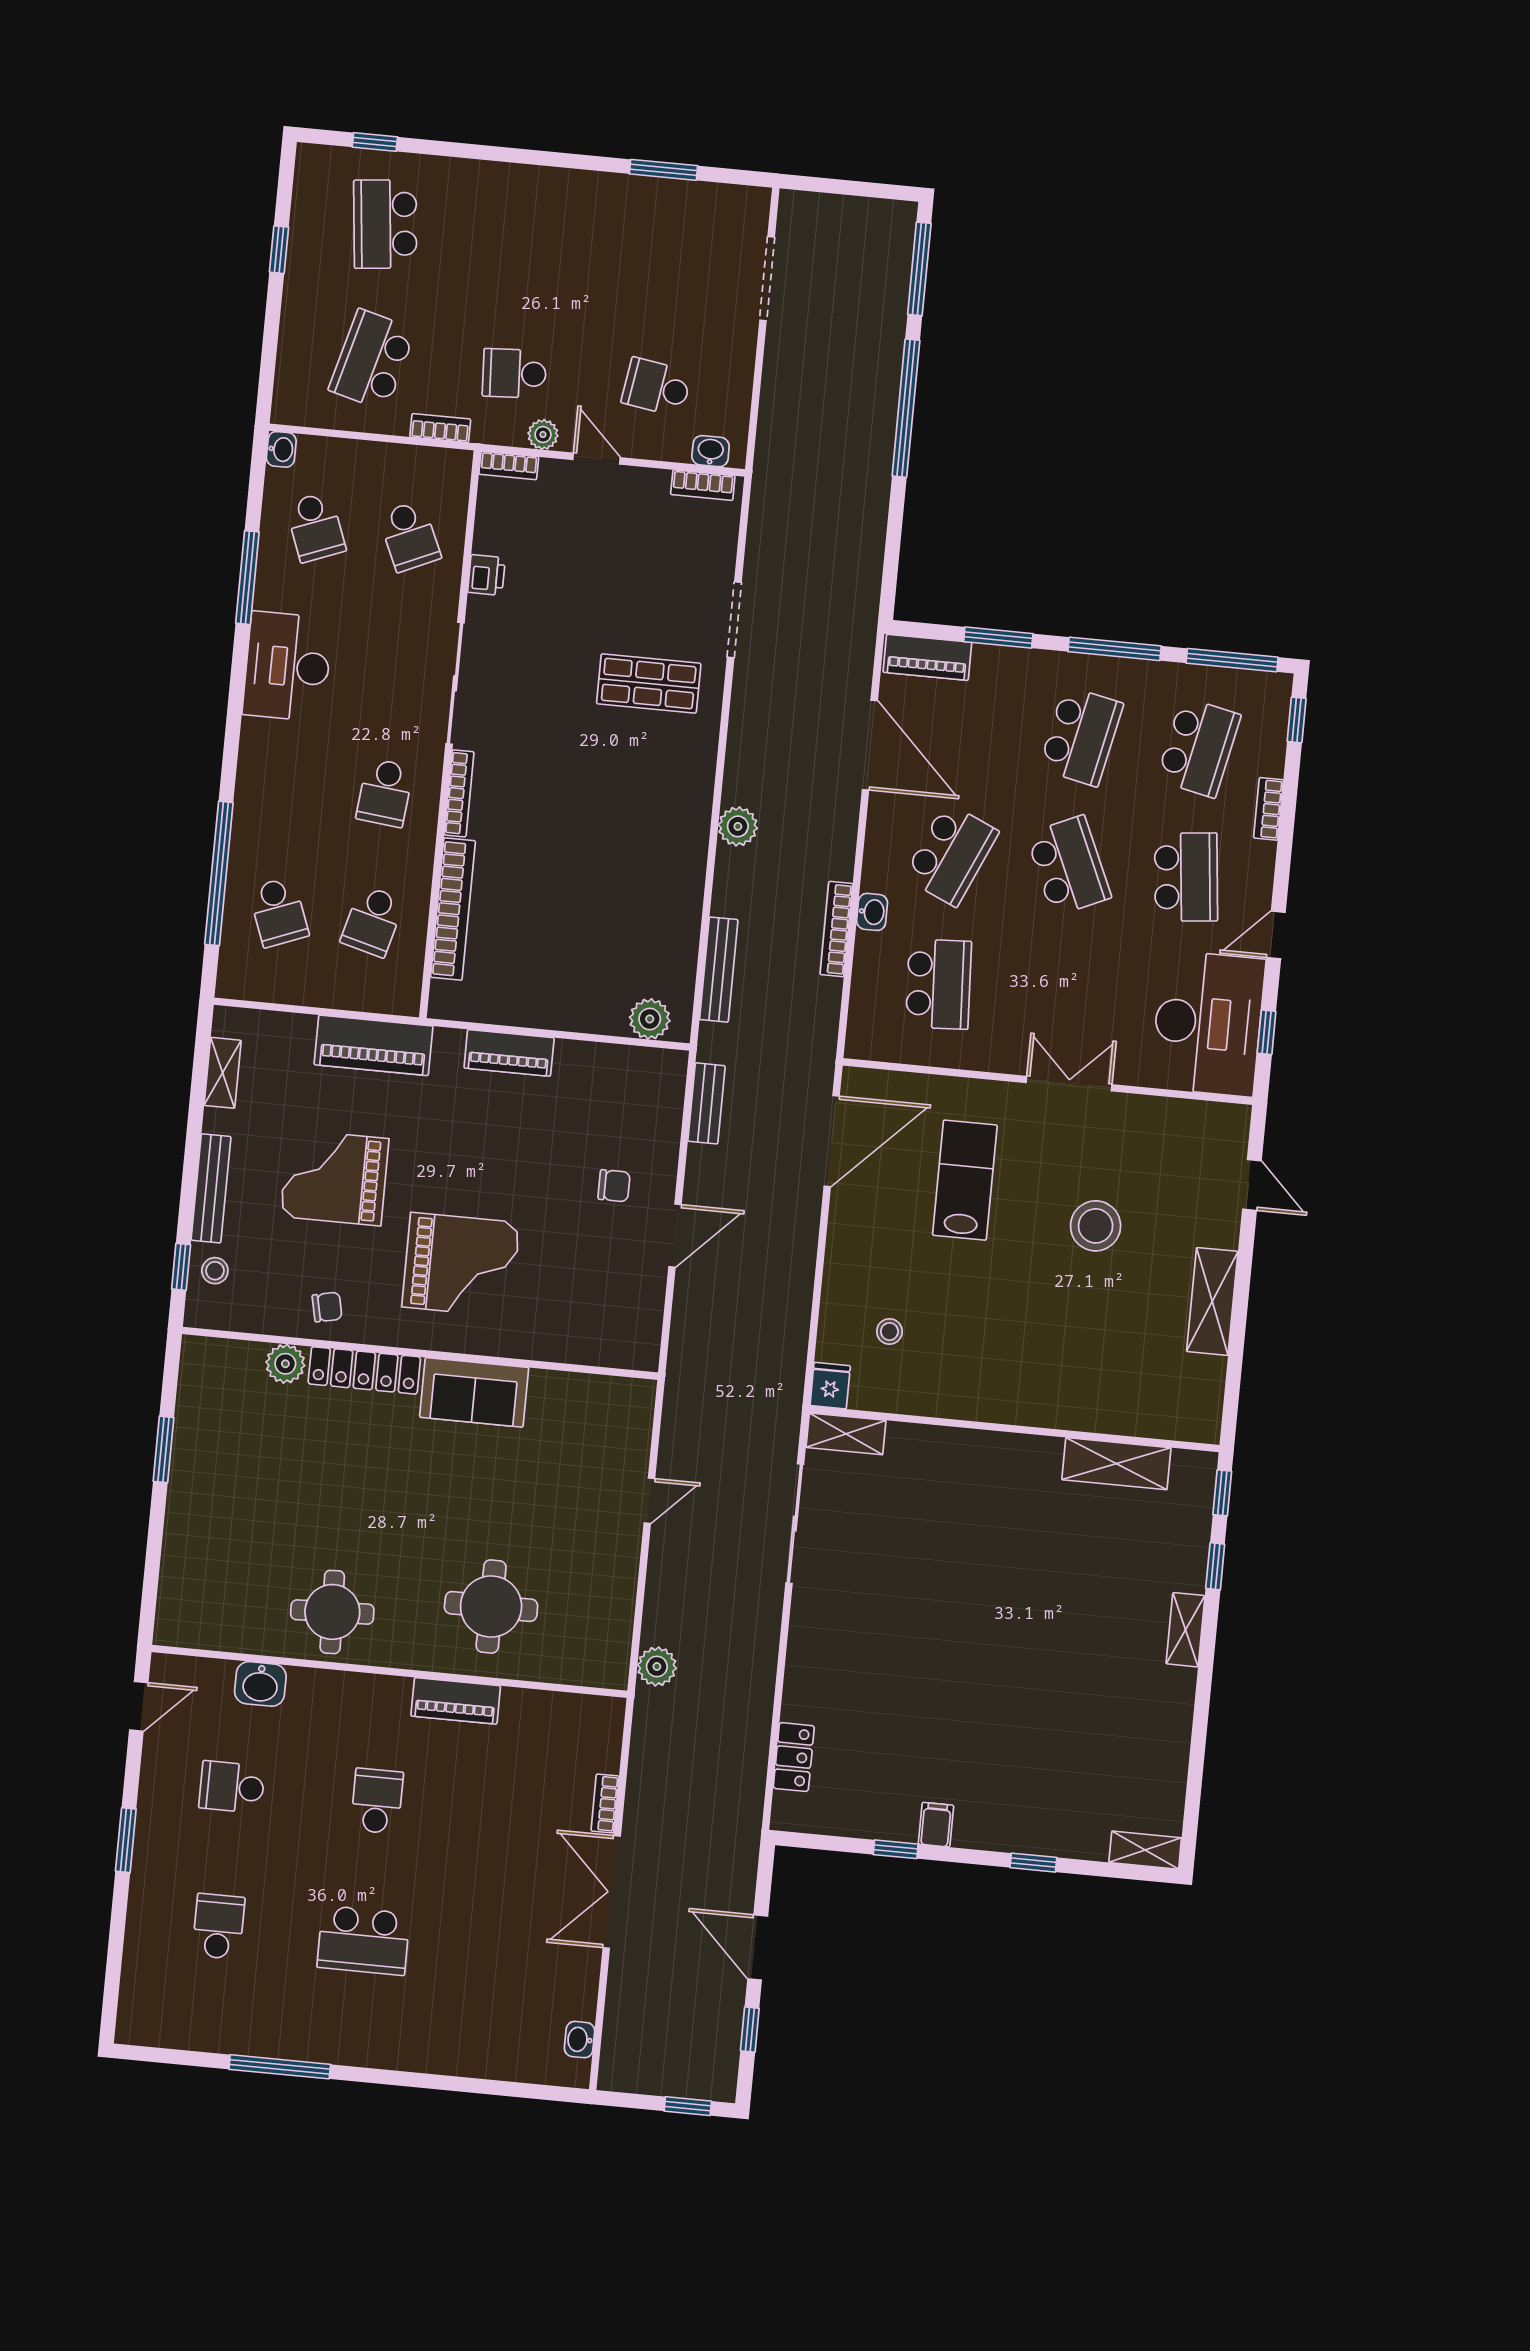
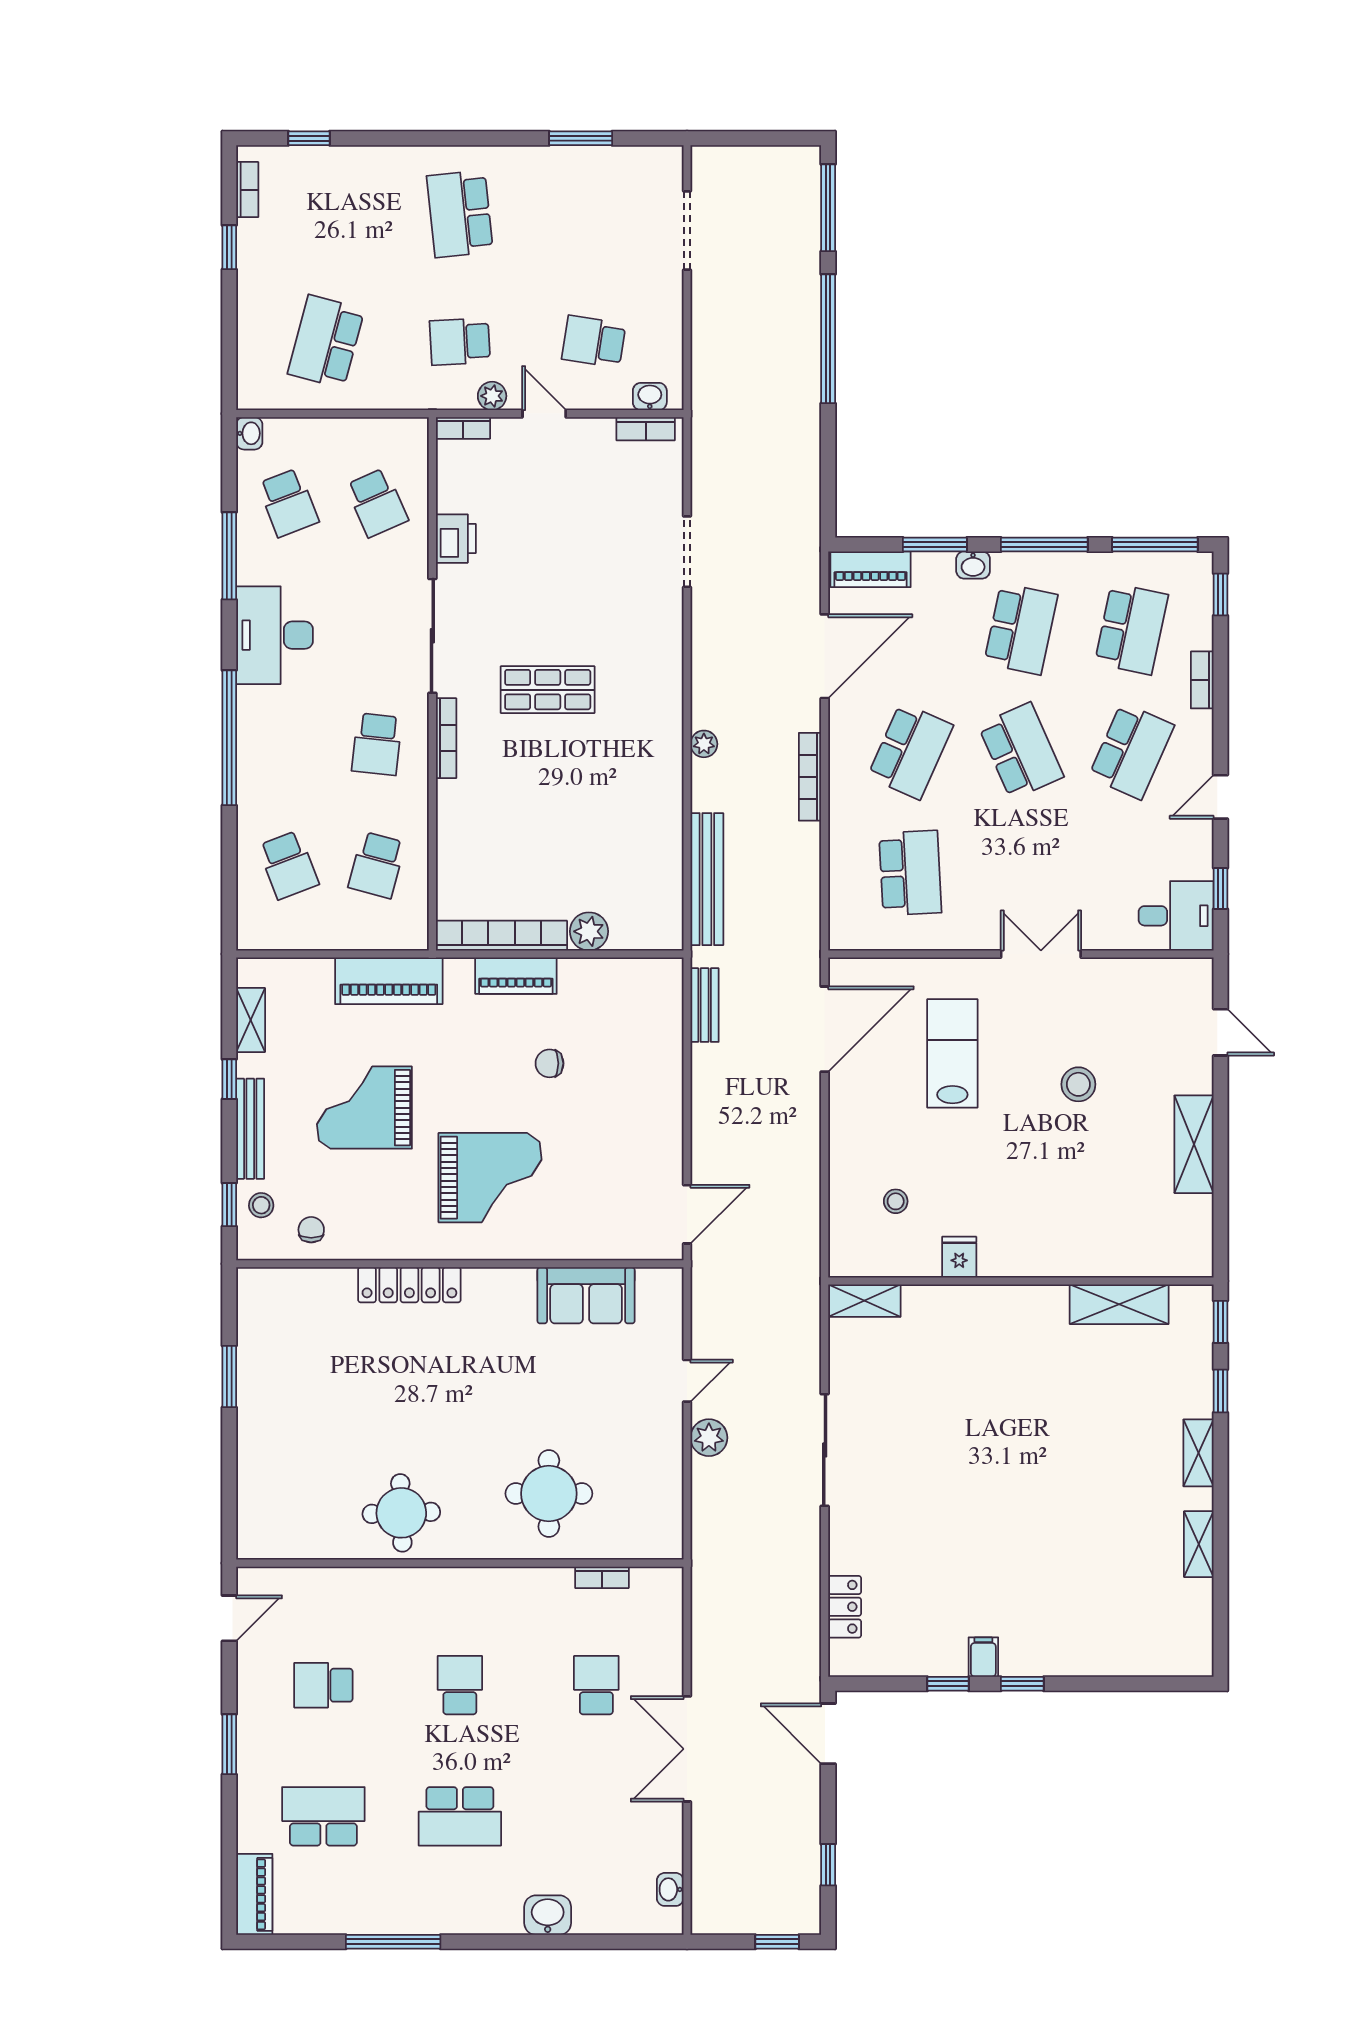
school desk: (385, 224) -> (460, 214), moved
bookcase: (440, 428) -> (247, 190), moved, turned 90
printer: (486, 575) -> (456, 539), width x1.36, depth x1.24
shop shelf: (649, 683) -> (548, 690), moved
door: (870, 745) -> (825, 656), hinge flipped
plant: (738, 826) -> (704, 744), width x0.73, depth x0.73
window: (219, 873) -> (229, 738), moved
school desk: (1186, 877) -> (1131, 751), turned 30
bookcase: (453, 909) -> (501, 936), moved, turned -90
washbasin: (872, 912) -> (973, 565), moved, turned 90
bookcase: (836, 929) -> (810, 777), moved
bench: (719, 970) -> (707, 879), width x1.37, depth x1.21
plant: (650, 1019) -> (589, 931), moved
desk: (1208, 1023) -> (1176, 916), width x0.53, depth x0.77
window: (194, 1134) -> (229, 1079), added
chair: (614, 1186) -> (550, 1063), moved, turned 180
stool: (1096, 1226) -> (1078, 1084), width x0.73, depth x0.73
door: (675, 1236) -> (687, 1214), moved
chair: (327, 1307) -> (311, 1230), moved, turned -78
plant: (285, 1364) -> (335, 1286), removed
fridge: (830, 1386) -> (959, 1257), moved
sofa: (474, 1392) -> (586, 1295), moved
sliding door: (795, 1524) -> (825, 1450), moved
plant: (657, 1667) -> (709, 1438), moved
washbasin: (260, 1684) -> (548, 1915), moved, turned 180
piano: (456, 1701) -> (254, 1894), moved, turned -90
bookcase: (605, 1803) -> (602, 1577), moved, turned -90
school desk: (522, 1815) -> (596, 1685), added
shelving: (1145, 1850) -> (1199, 1544), moved, turned 90
window: (1033, 1863) -> (1022, 1684), moved
school desk: (218, 1926) -> (323, 1816), width x1.85
door: (758, 1947) -> (828, 1734), moved

